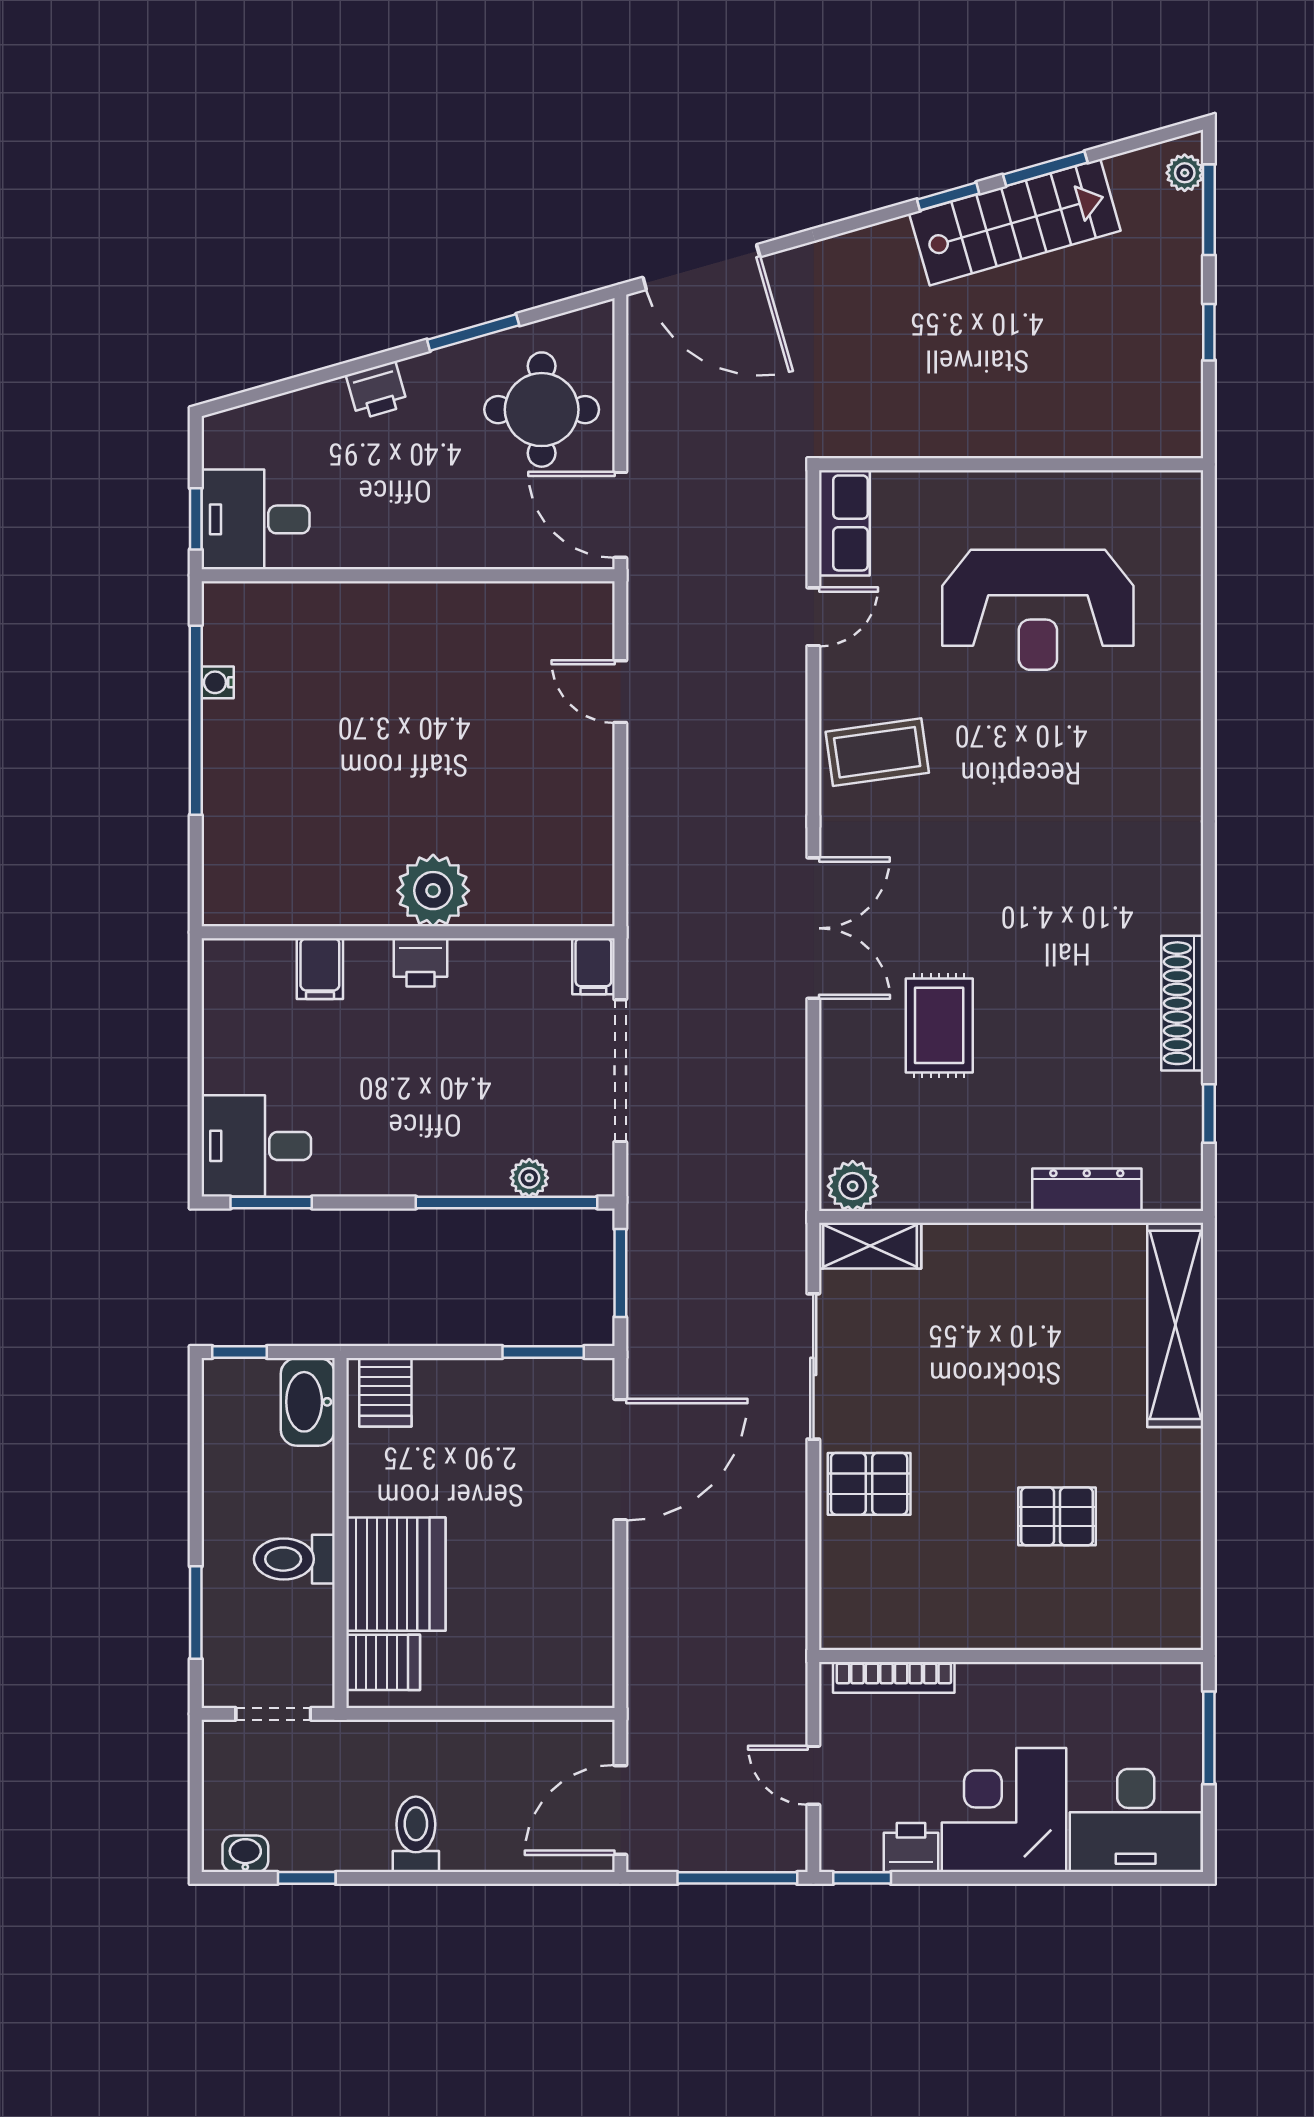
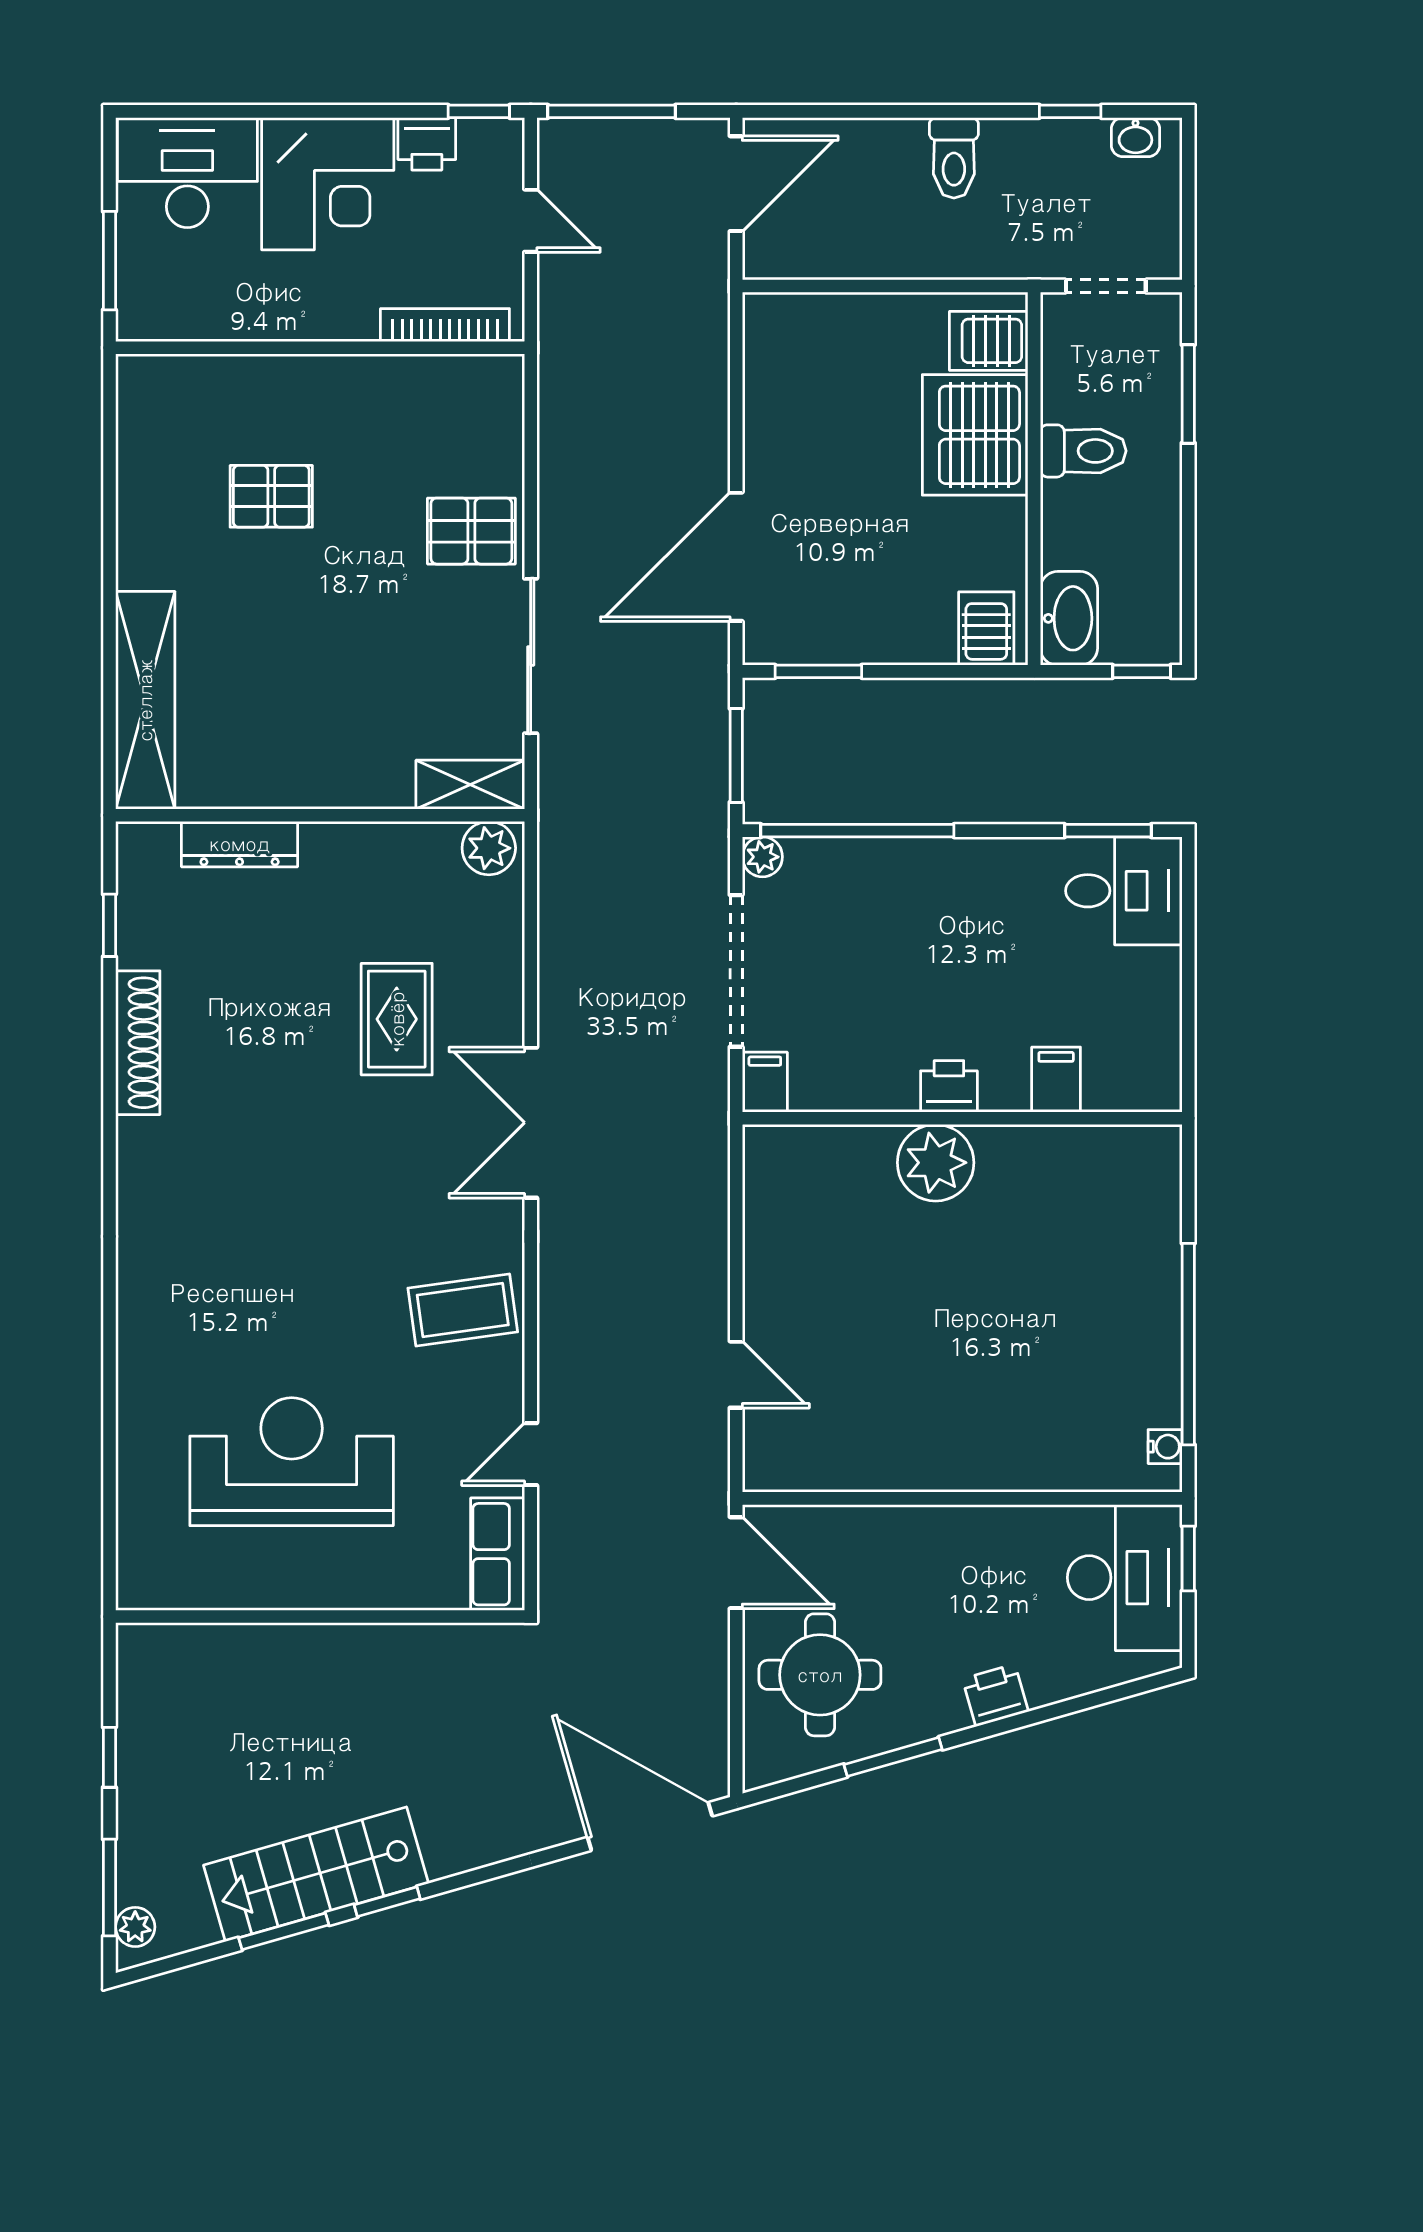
desk: (255, 519) -> (1125, 1578), width x1.37
water cooler: (218, 682) -> (1165, 1447), moved
plant: (529, 1178) -> (762, 857), moved

